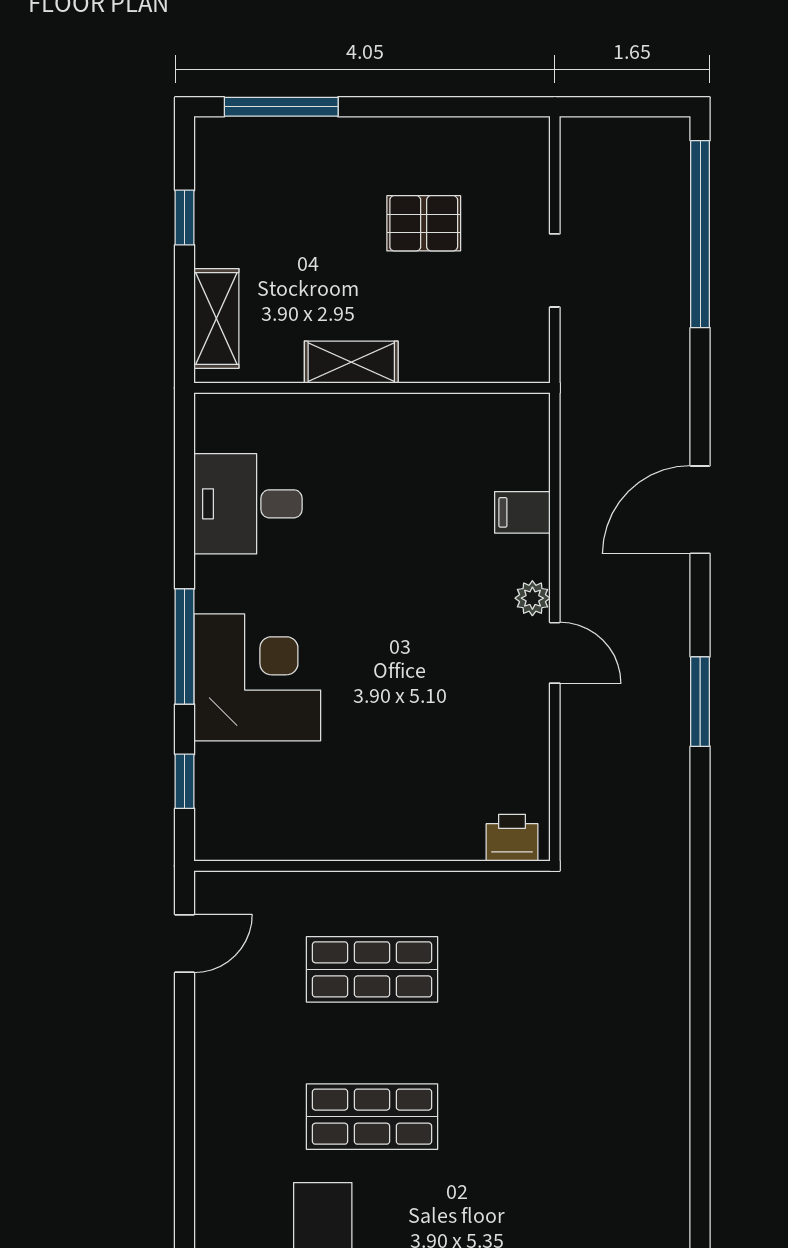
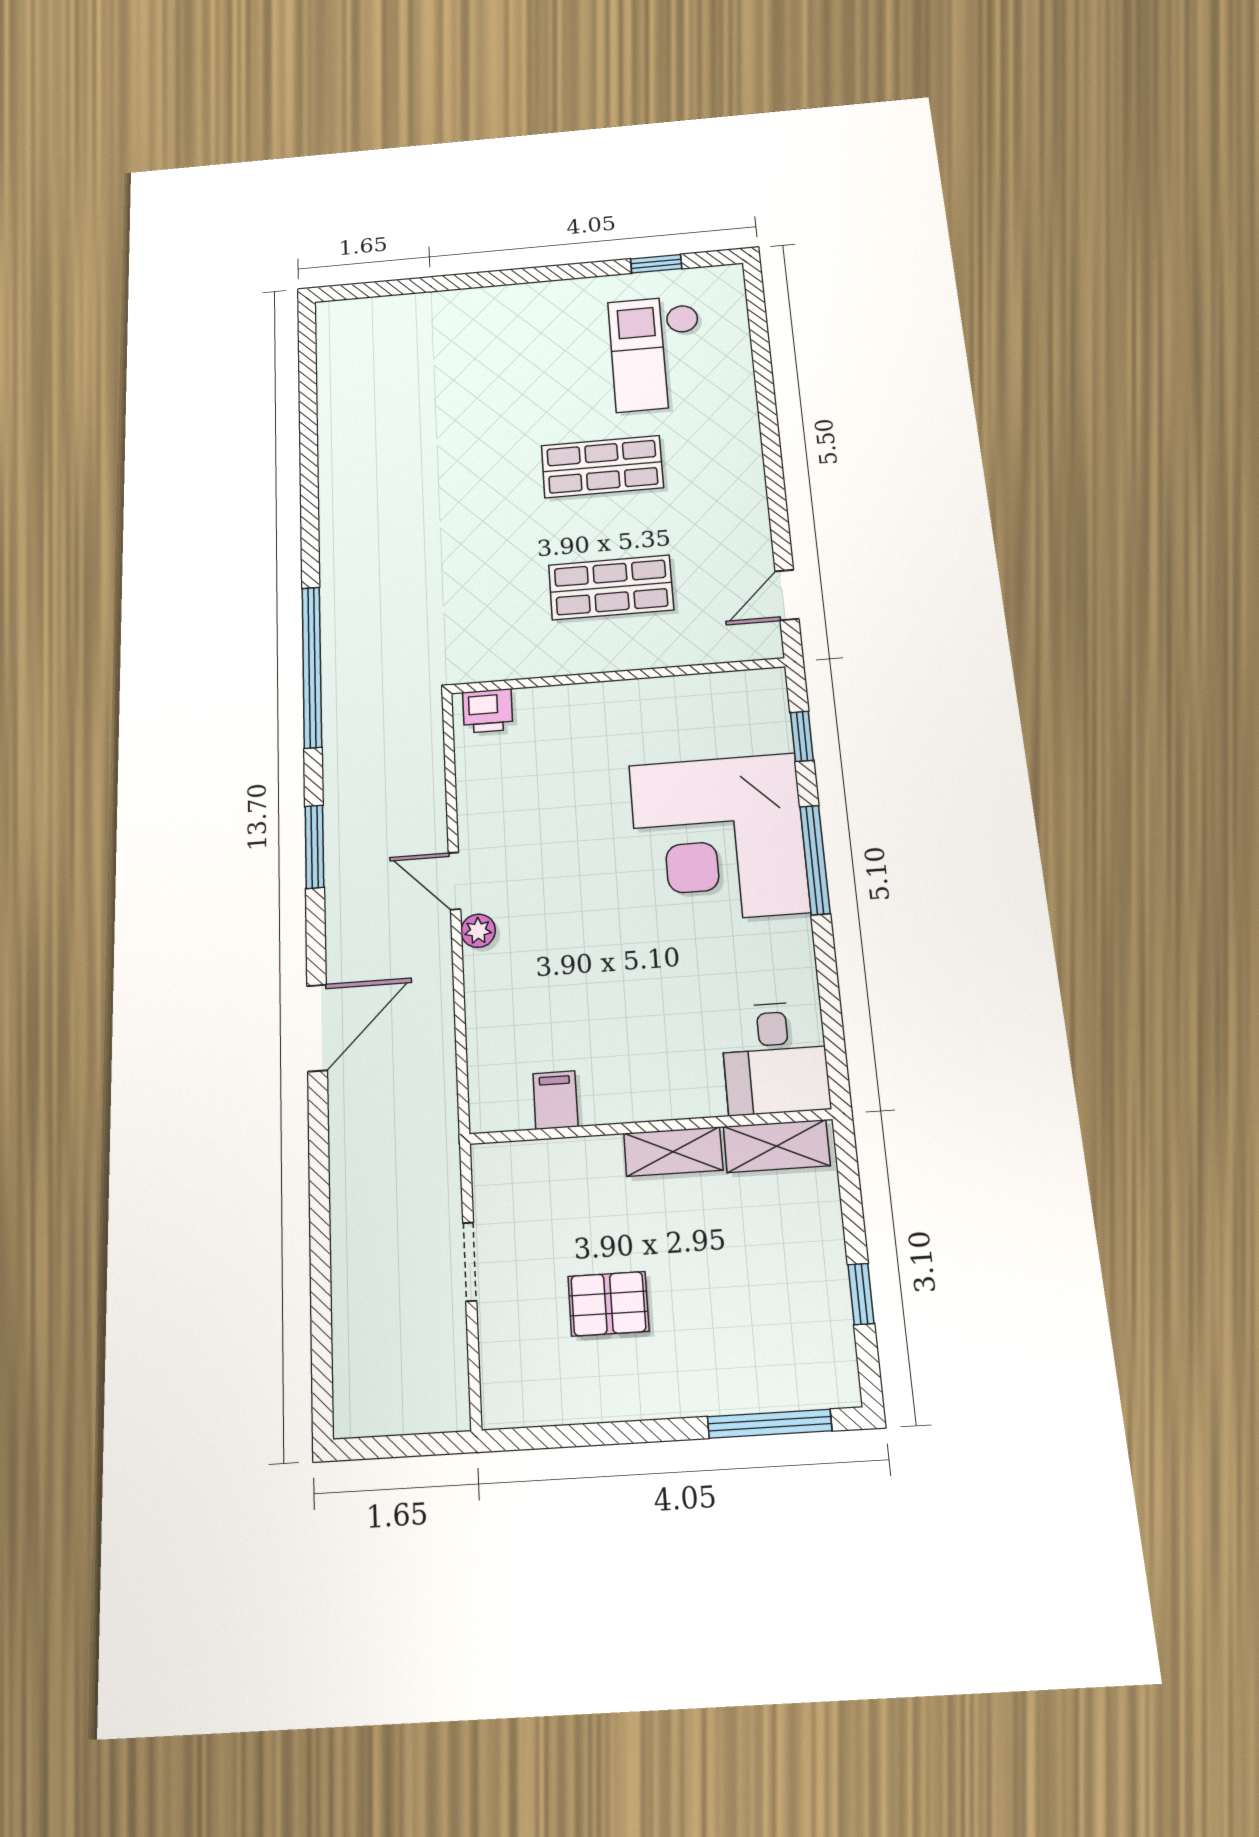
window: (700, 234) -> (312, 667), moved
shelving: (216, 318) -> (777, 1146), moved, turned 90
desk: (248, 504) -> (775, 1058), moved, turned 90
filing cabinet: (522, 512) -> (555, 1100), moved, turned -90
corner desk: (257, 677) -> (719, 838), width x1.36, depth x1.36

